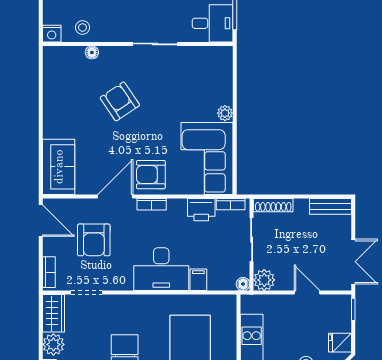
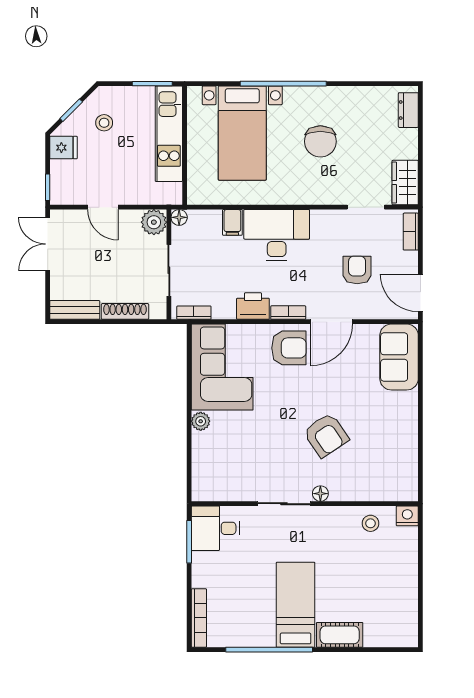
floor lamp: (92, 52) -> (320, 494), moved
shoe rack: (273, 205) -> (125, 311), moved
printer: (201, 210) -> (253, 306), moved
armchair: (94, 240) -> (357, 270), width x0.72, depth x0.72
plant: (53, 344) -> (405, 145), removed

